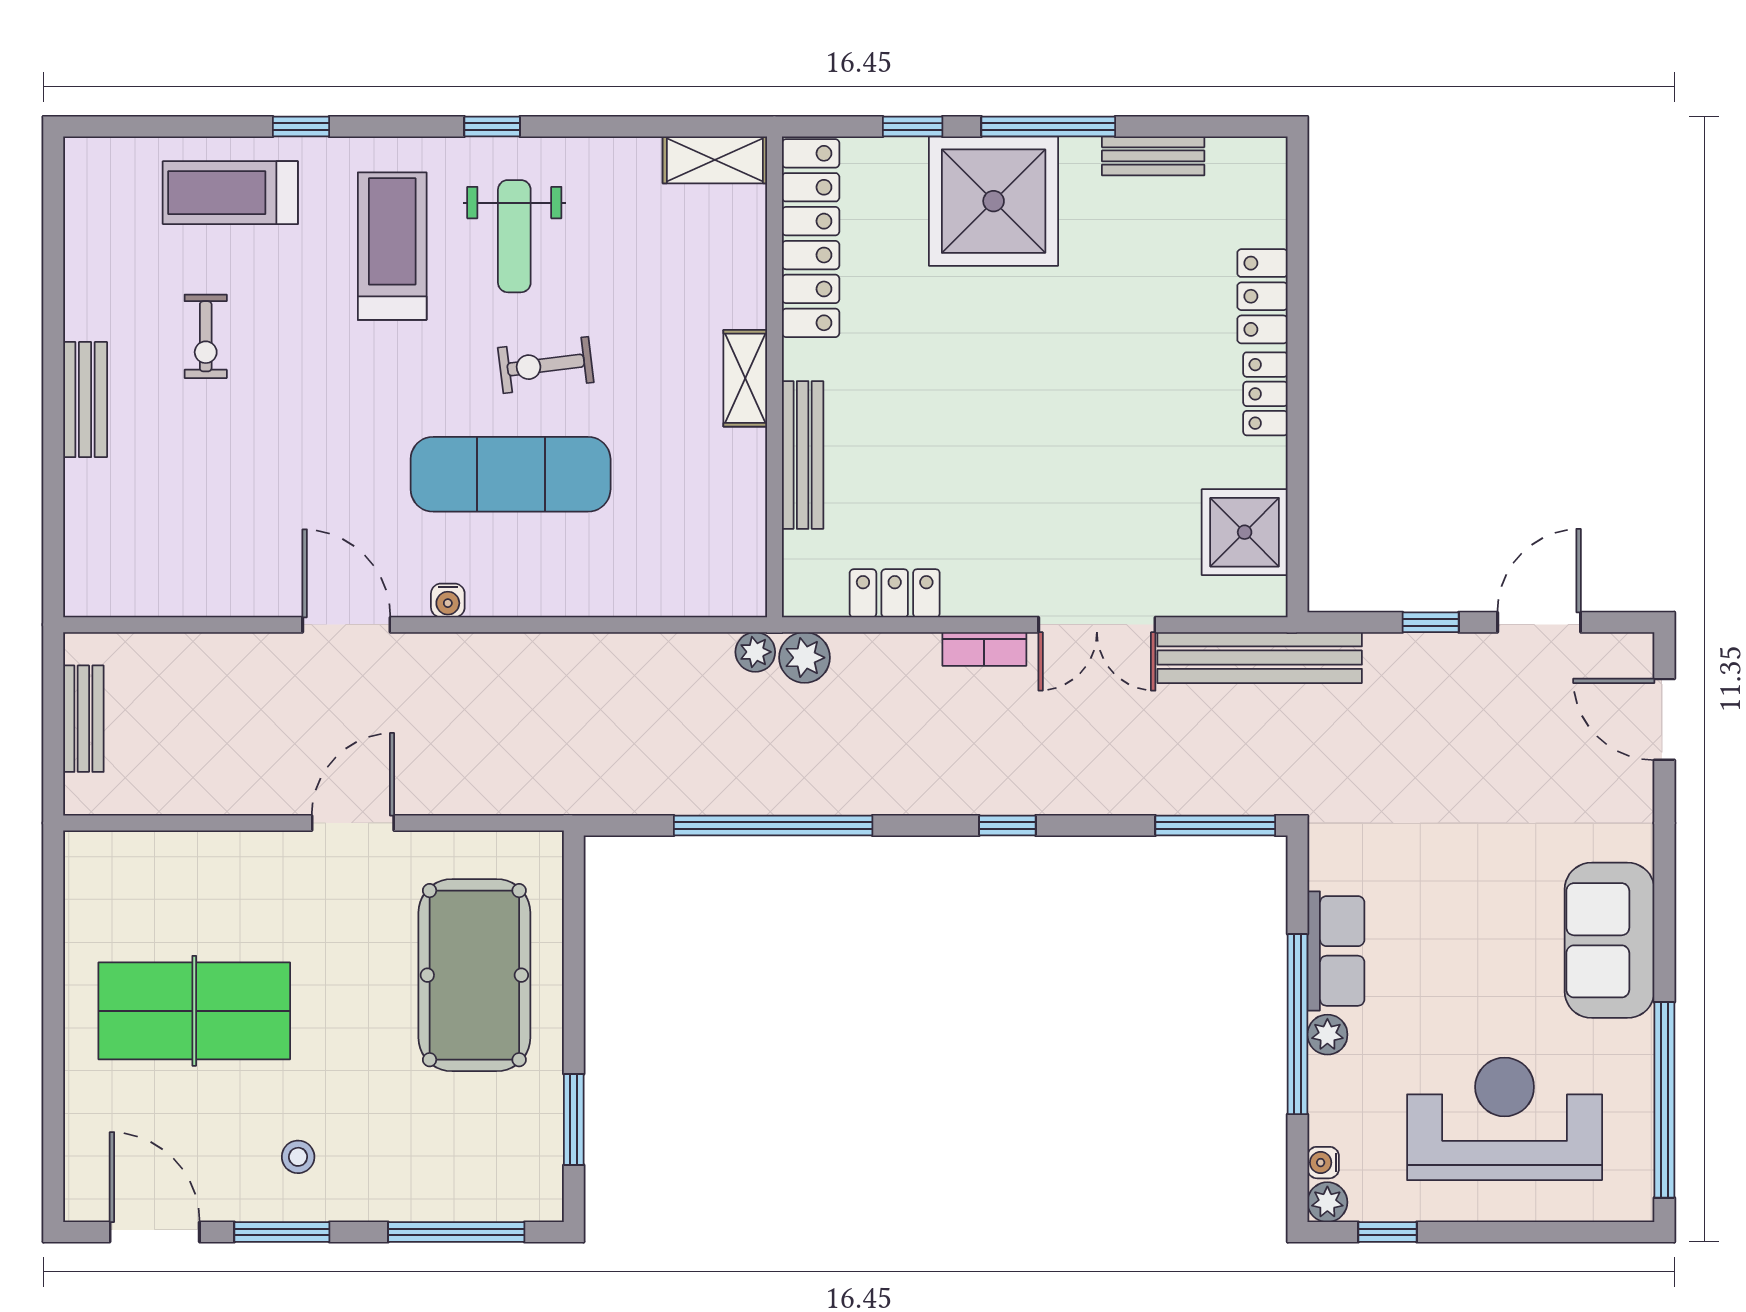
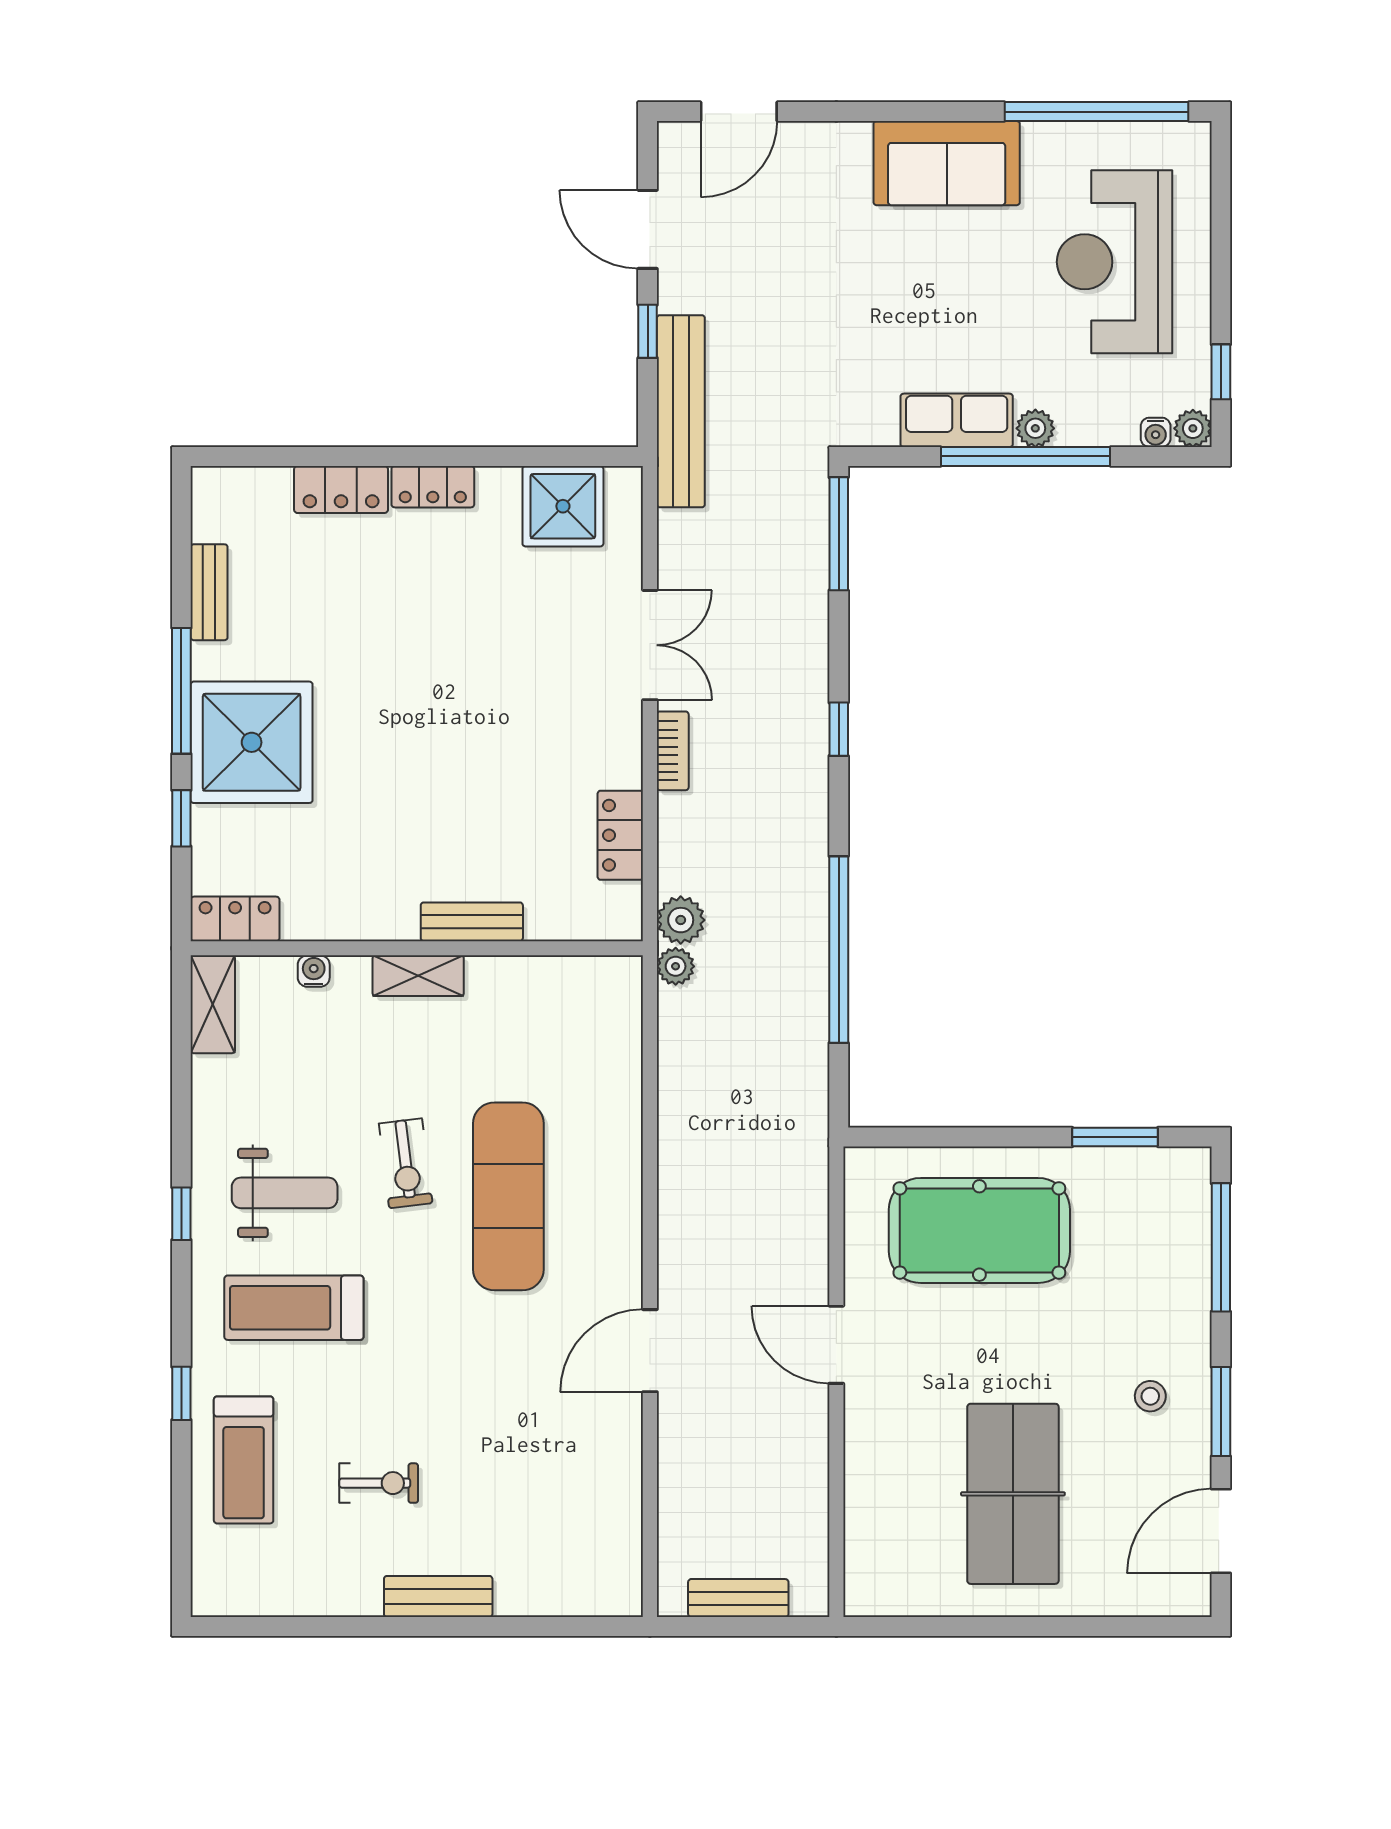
locker: (811, 238) -> (235, 919), width x0.46, depth x0.83
bench: (803, 455) -> (472, 922), width x0.73
water cooler: (448, 600) -> (314, 971), moved, turned -90
bench: (1260, 658) -> (681, 411), moved

